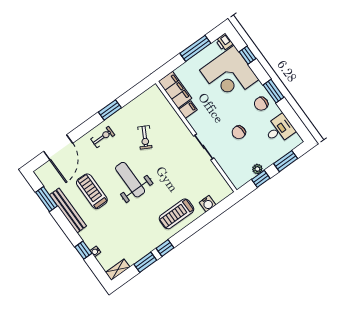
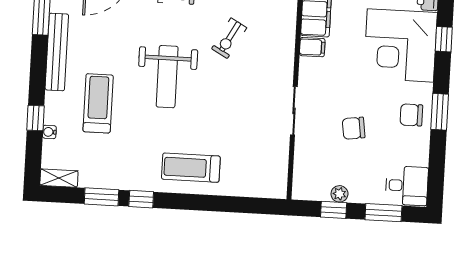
desk: (279, 129) -> (407, 186), moved
weight bench: (130, 180) -> (167, 77), turned 180
treadmill: (92, 191) -> (98, 103), moved
water cooler: (208, 204) -> (241, 187), removed

